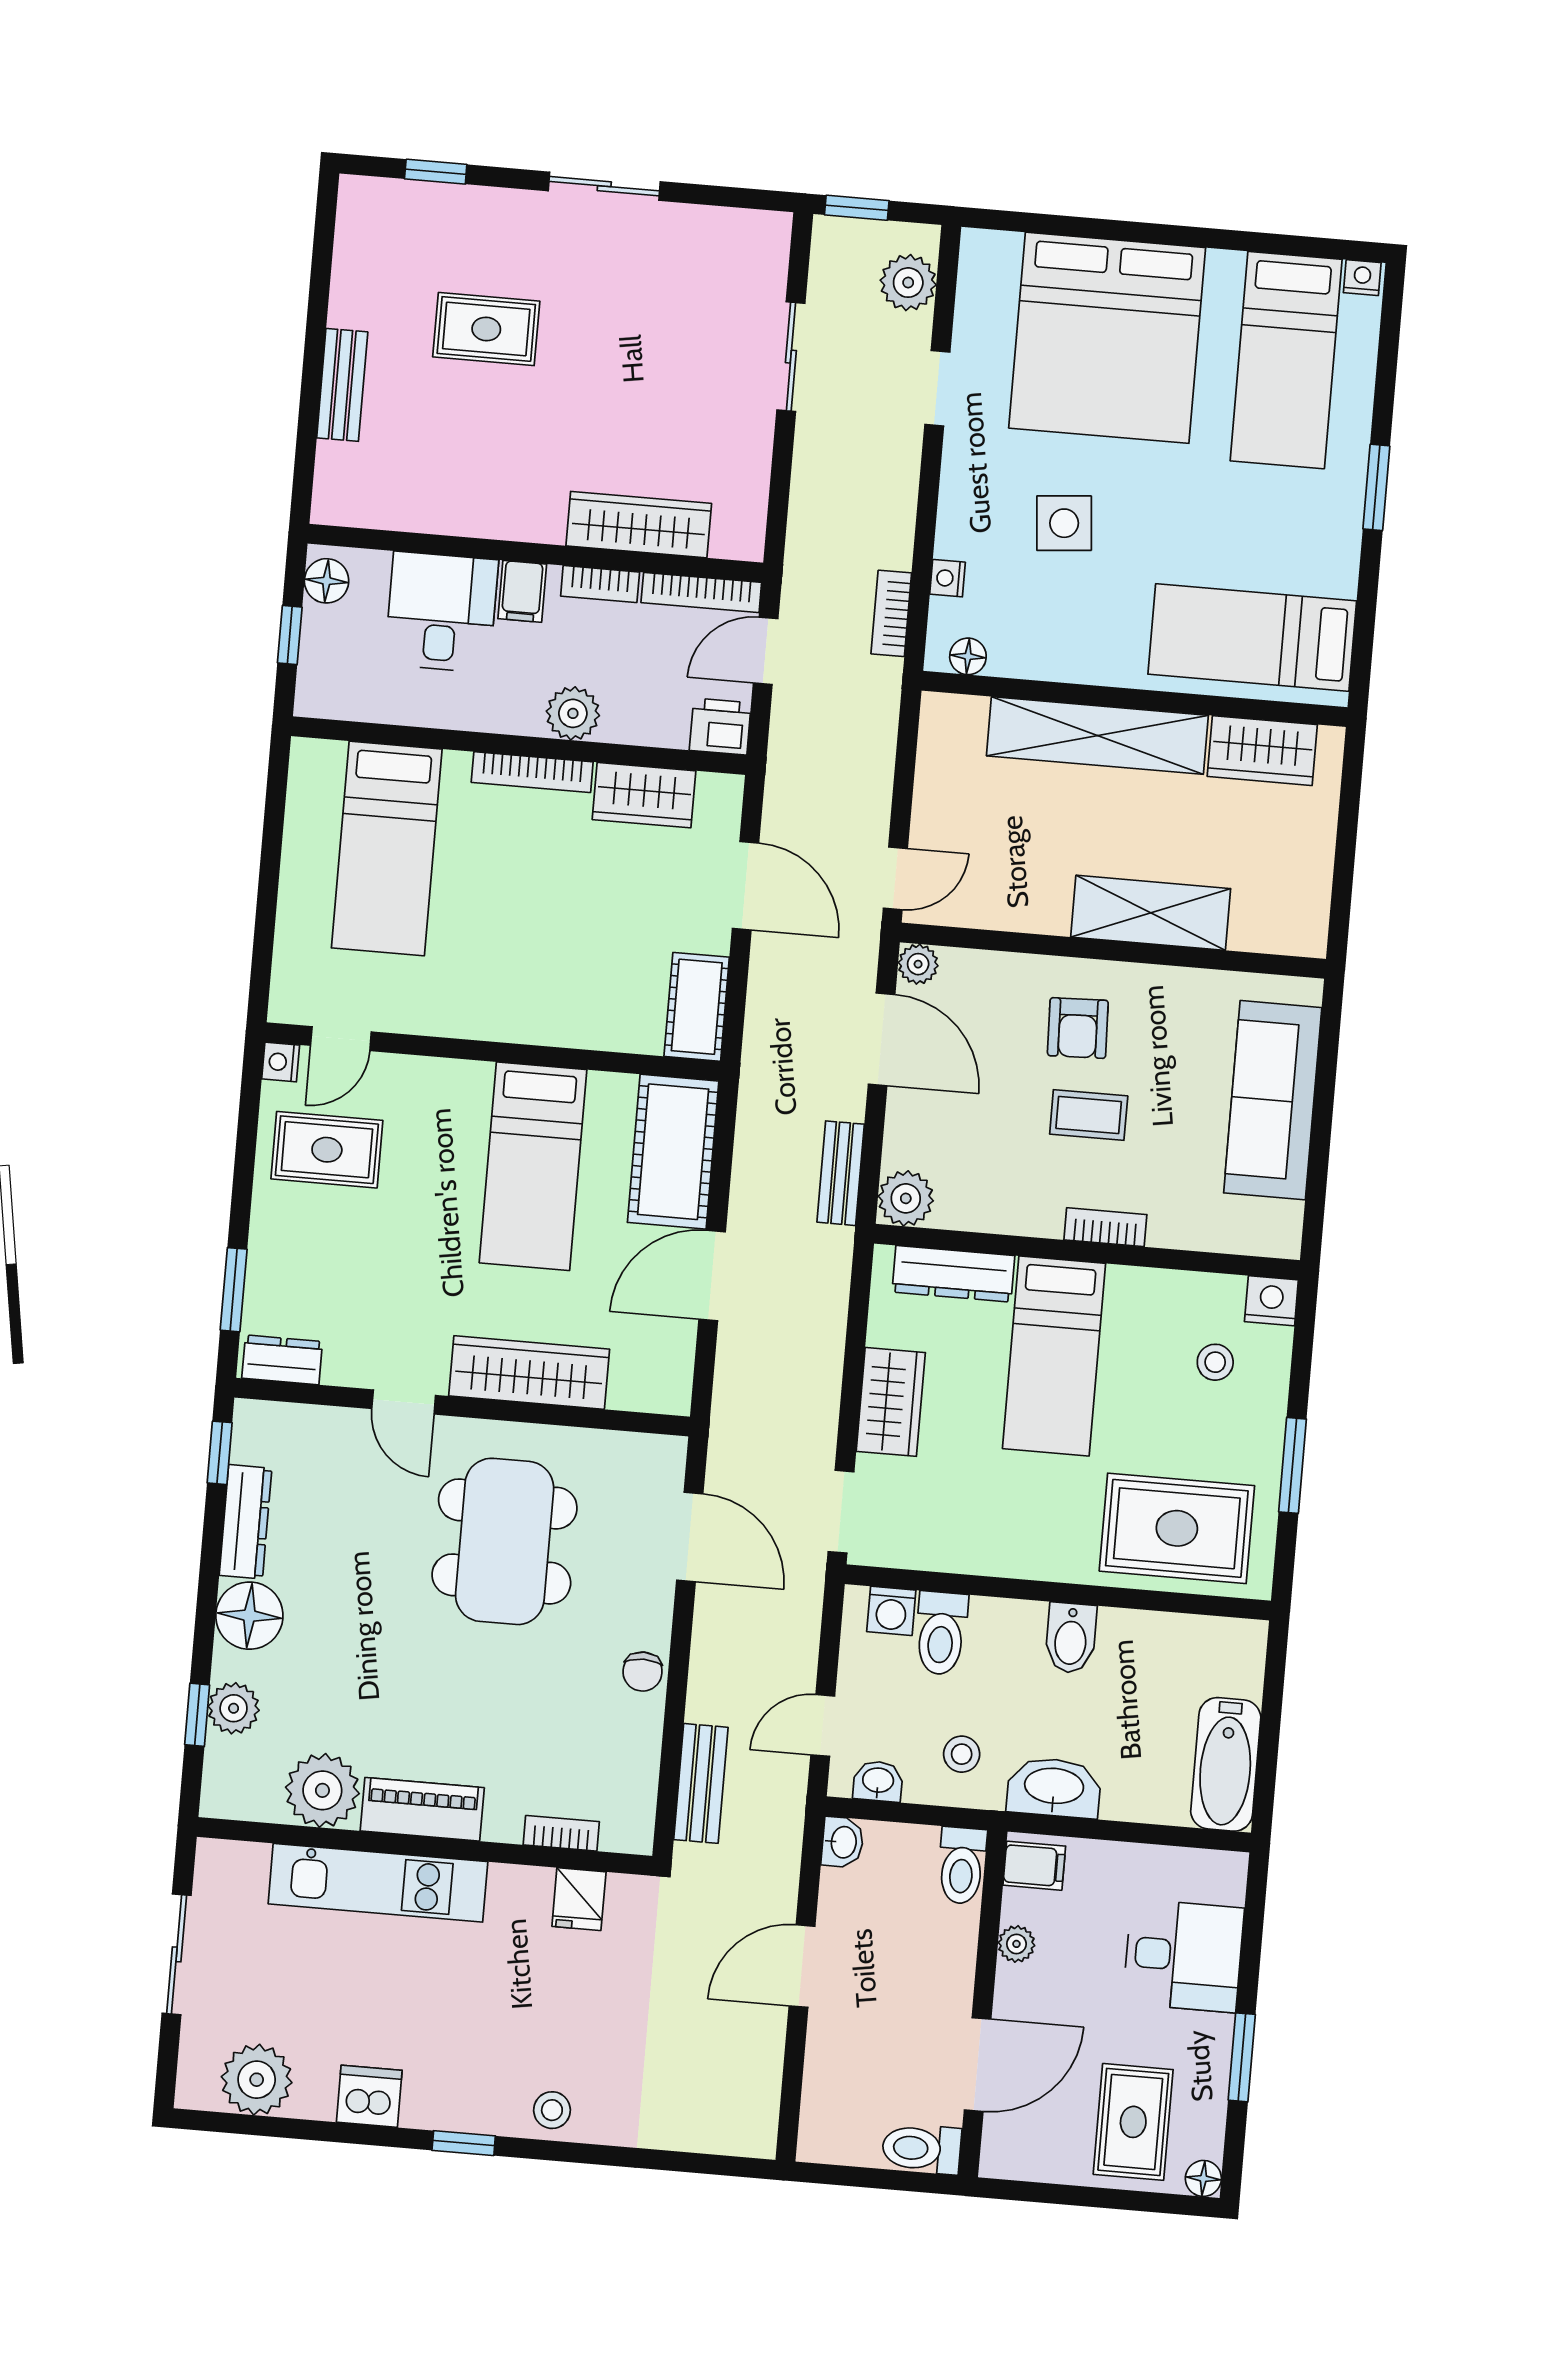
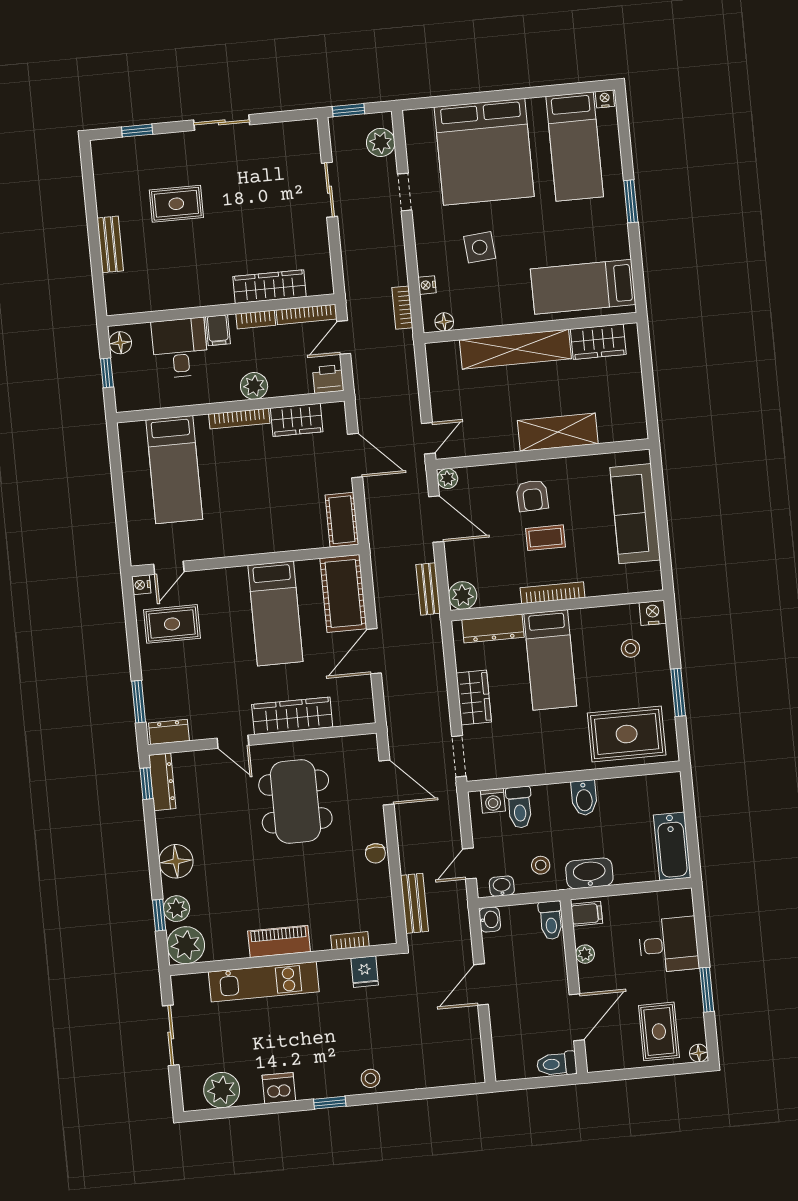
bookcase: (1105, 1227) -> (553, 593), width x1.56
dresser: (245, 1522) -> (162, 782), moved
plant: (322, 1790) -> (186, 945), moved

